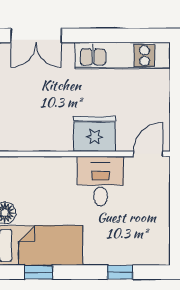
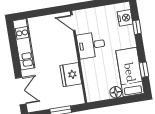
fridge: (94, 134) -> (71, 75), moved
nightstand: (141, 253) -> (125, 18), added

